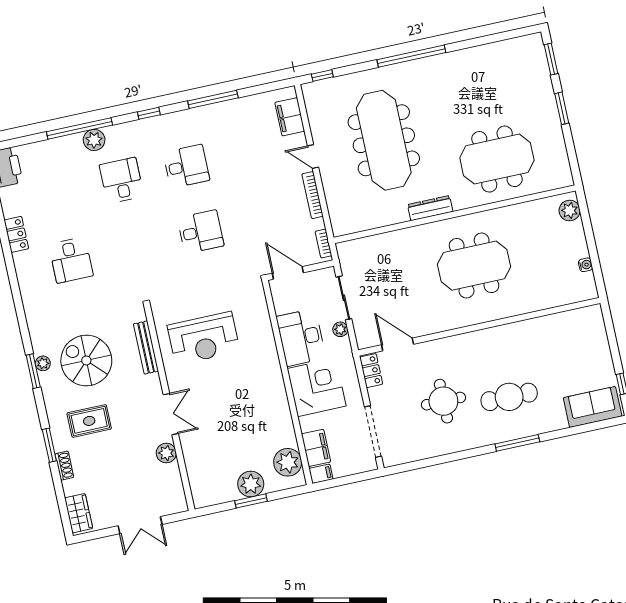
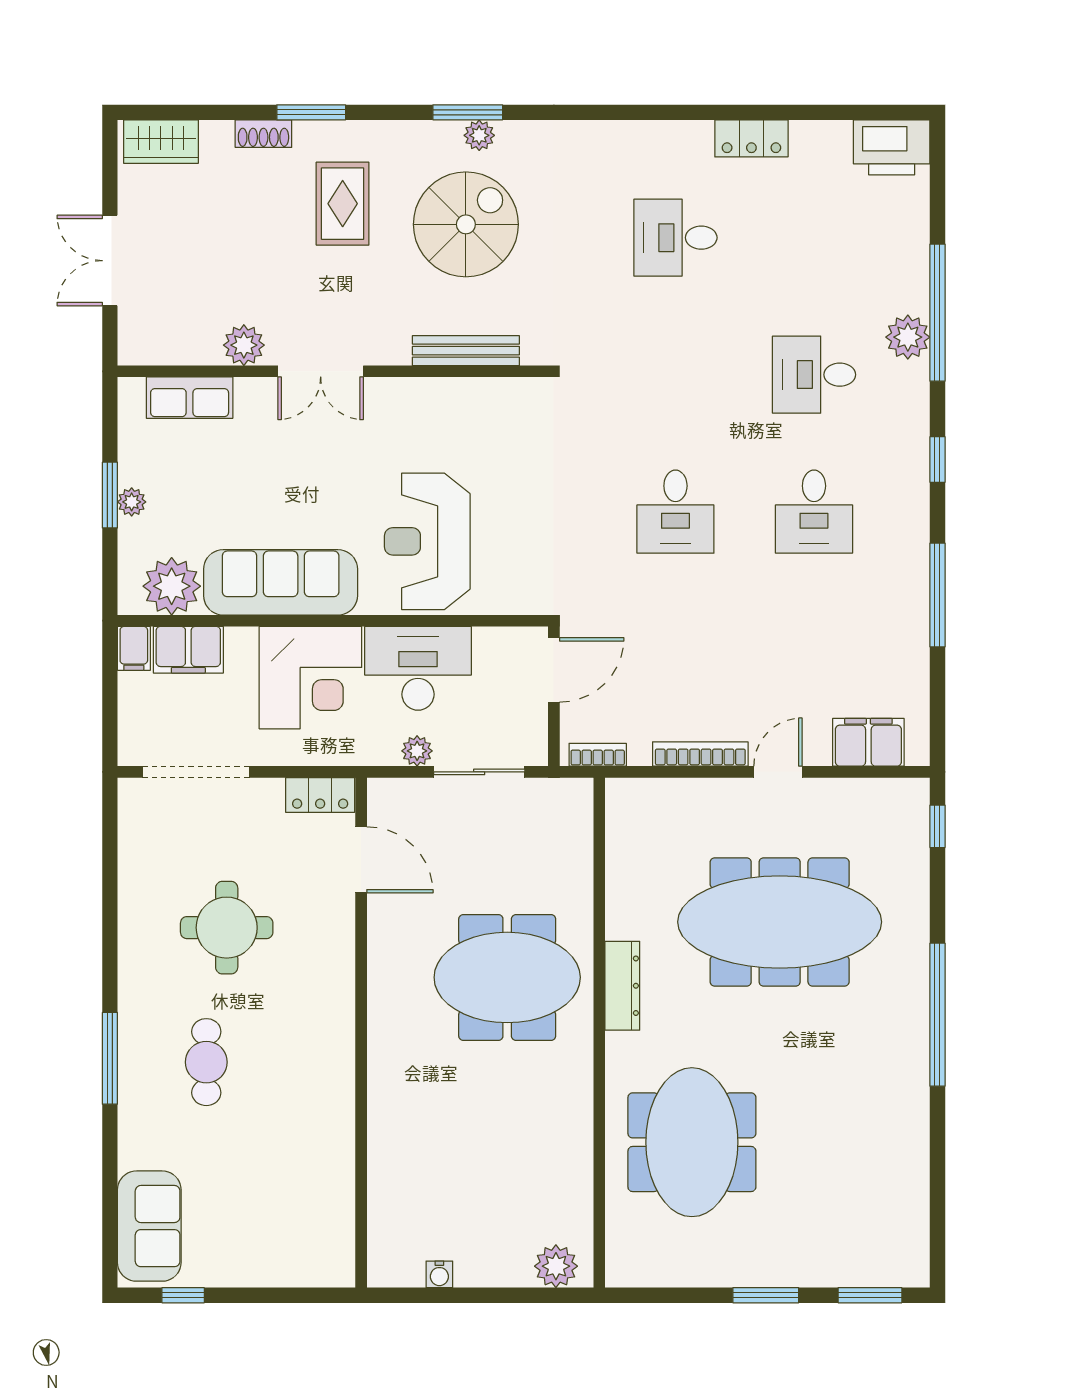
desk: (121, 180) -> (814, 375), turned 180
meeting table: (474, 266) -> (507, 977), moved, turned 90
reception desk: (203, 338) -> (427, 541), moved
door: (398, 345) -> (361, 860), hinge flipped
cafe table: (509, 397) -> (206, 1062), width x0.73, depth x0.74
sofa: (275, 411) -> (281, 582), added
row of seats: (197, 473) -> (190, 398), added
plant: (251, 484) -> (132, 502), width x0.53, depth x0.53

